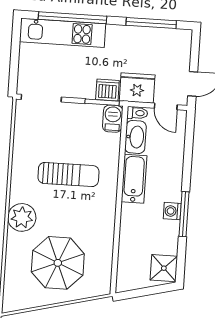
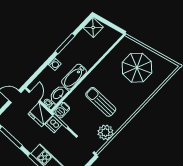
washing machine: (172, 211) -> (55, 64), moved
plant: (22, 217) -> (105, 132), moved

